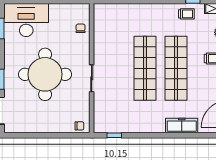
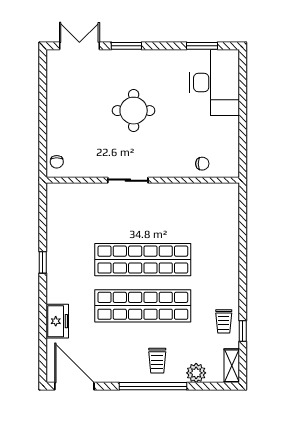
round table: (45, 74) -> (134, 111), width x0.54, depth x0.54
freezer: (182, 126) -> (57, 321), width x0.71
window: (114, 135) -> (43, 262), moved

